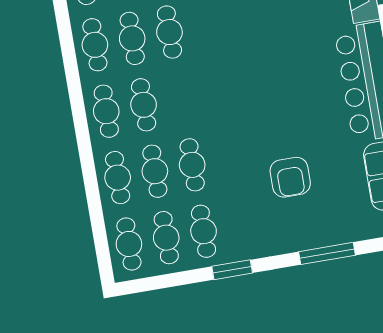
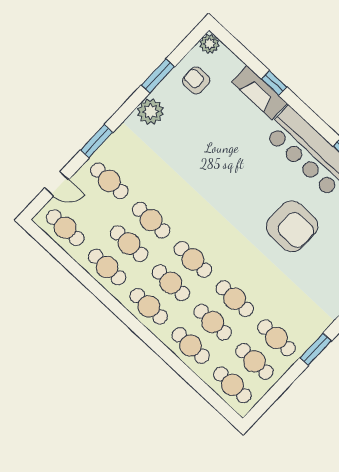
cafe table: (181, 98) -> (193, 259), added
armchair: (290, 177) -> (292, 226), moved, width x1.36, depth x1.36

